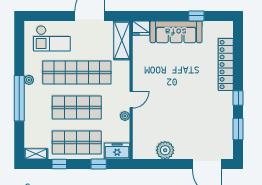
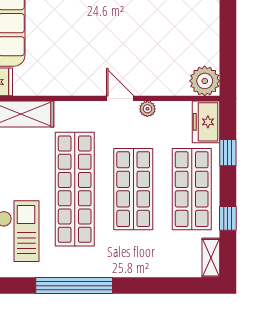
plant: (29, 80) -> (87, 269), removed
window: (19, 98) -> (74, 286), moved
plant: (165, 150) -> (205, 81), moved

